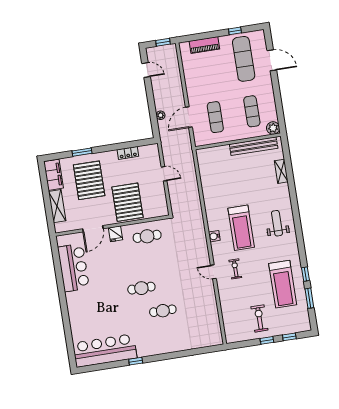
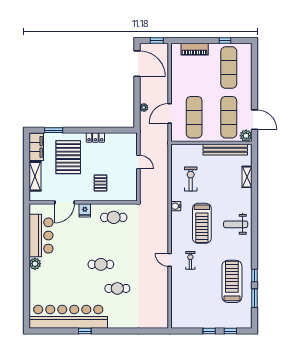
door: (272, 60) -> (255, 120), moved
door: (146, 70) -> (137, 64), width x1.88
exercise mat: (252, 111) -> (229, 117), width x1.36, depth x1.45
exercise mat: (215, 117) -> (194, 117), width x1.36, depth x1.45
window: (82, 152) -> (54, 130), moved
locker: (128, 153) -> (95, 138), moved
pallet: (128, 202) -> (101, 183), width x0.49, depth x0.50
weight bench: (277, 223) -> (236, 224), turned -90
water cooler: (214, 236) -> (176, 206), moved
treadmill: (283, 284) -> (232, 281), turned 180
plant: (72, 298) -> (35, 264), added
exercise bike: (259, 318) -> (191, 179), moved
bar counter: (105, 351) -> (68, 317), width x1.36

